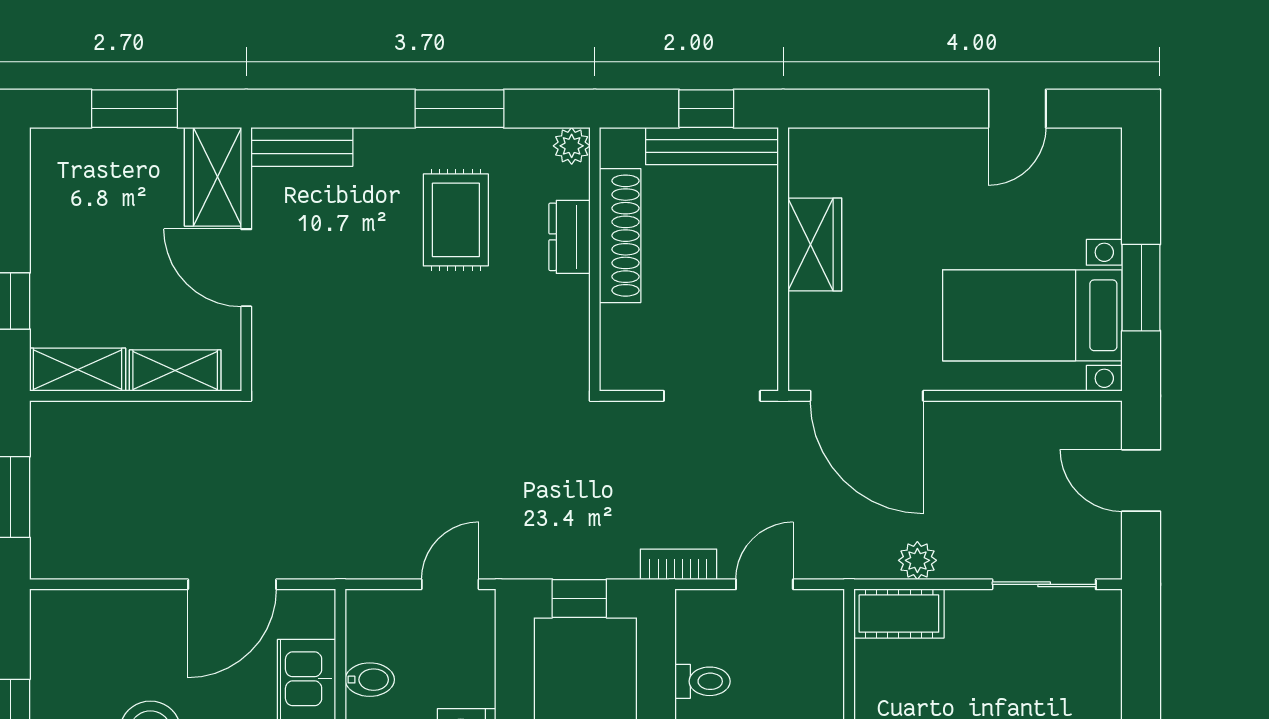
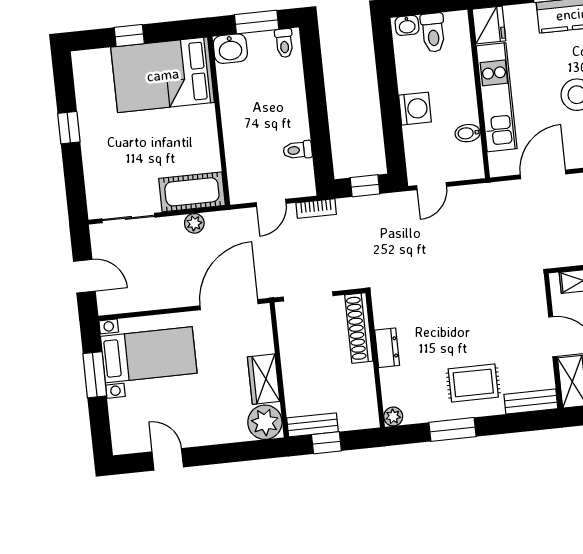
door: (1017, 109) -> (168, 459), hinge flipped
bench: (712, 146) -> (312, 425), width x0.73
plant: (821, 161) -> (265, 422), added
rug: (456, 220) -> (473, 383), moved, turned 90
shoe rack: (620, 236) -> (359, 328), moved
dresser: (569, 237) -> (387, 348), moved
door: (867, 396) -> (229, 305), hinge flipped
cot: (899, 614) -> (192, 192), width x1.37, depth x1.34

